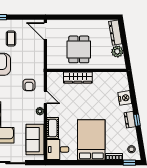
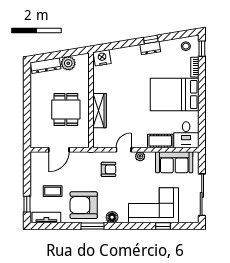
door: (45, 31) -> (59, 150), moved
dining table: (79, 49) -> (66, 110), turned 90
nightstand: (125, 98) -> (102, 58), moved

